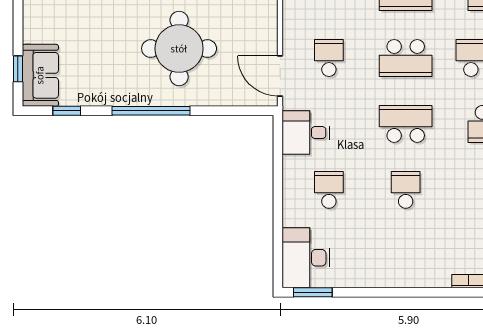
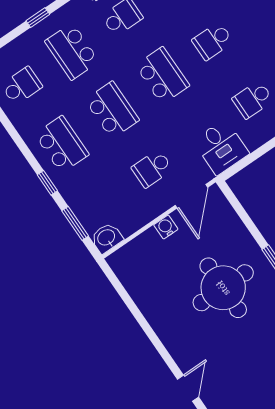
water cooler: (268, 34) -> (166, 227), added
school desk: (406, 124) -> (162, 75), turned 180

